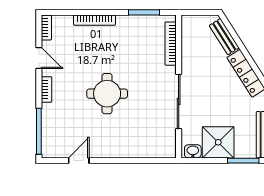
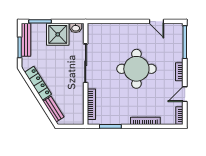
door: (39, 58) -> (185, 94), hinge flipped
round table: (107, 94) -> (136, 69), width x1.36, depth x1.36
door: (79, 161) -> (156, 21), hinge flipped

